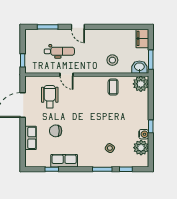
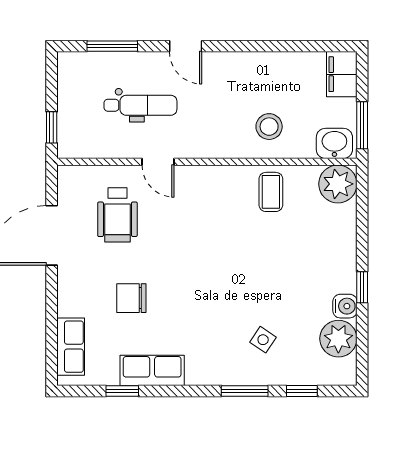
wheelchair: (50, 97) -> (117, 215), turned 180
row of seats: (30, 138) -> (71, 347), moved

